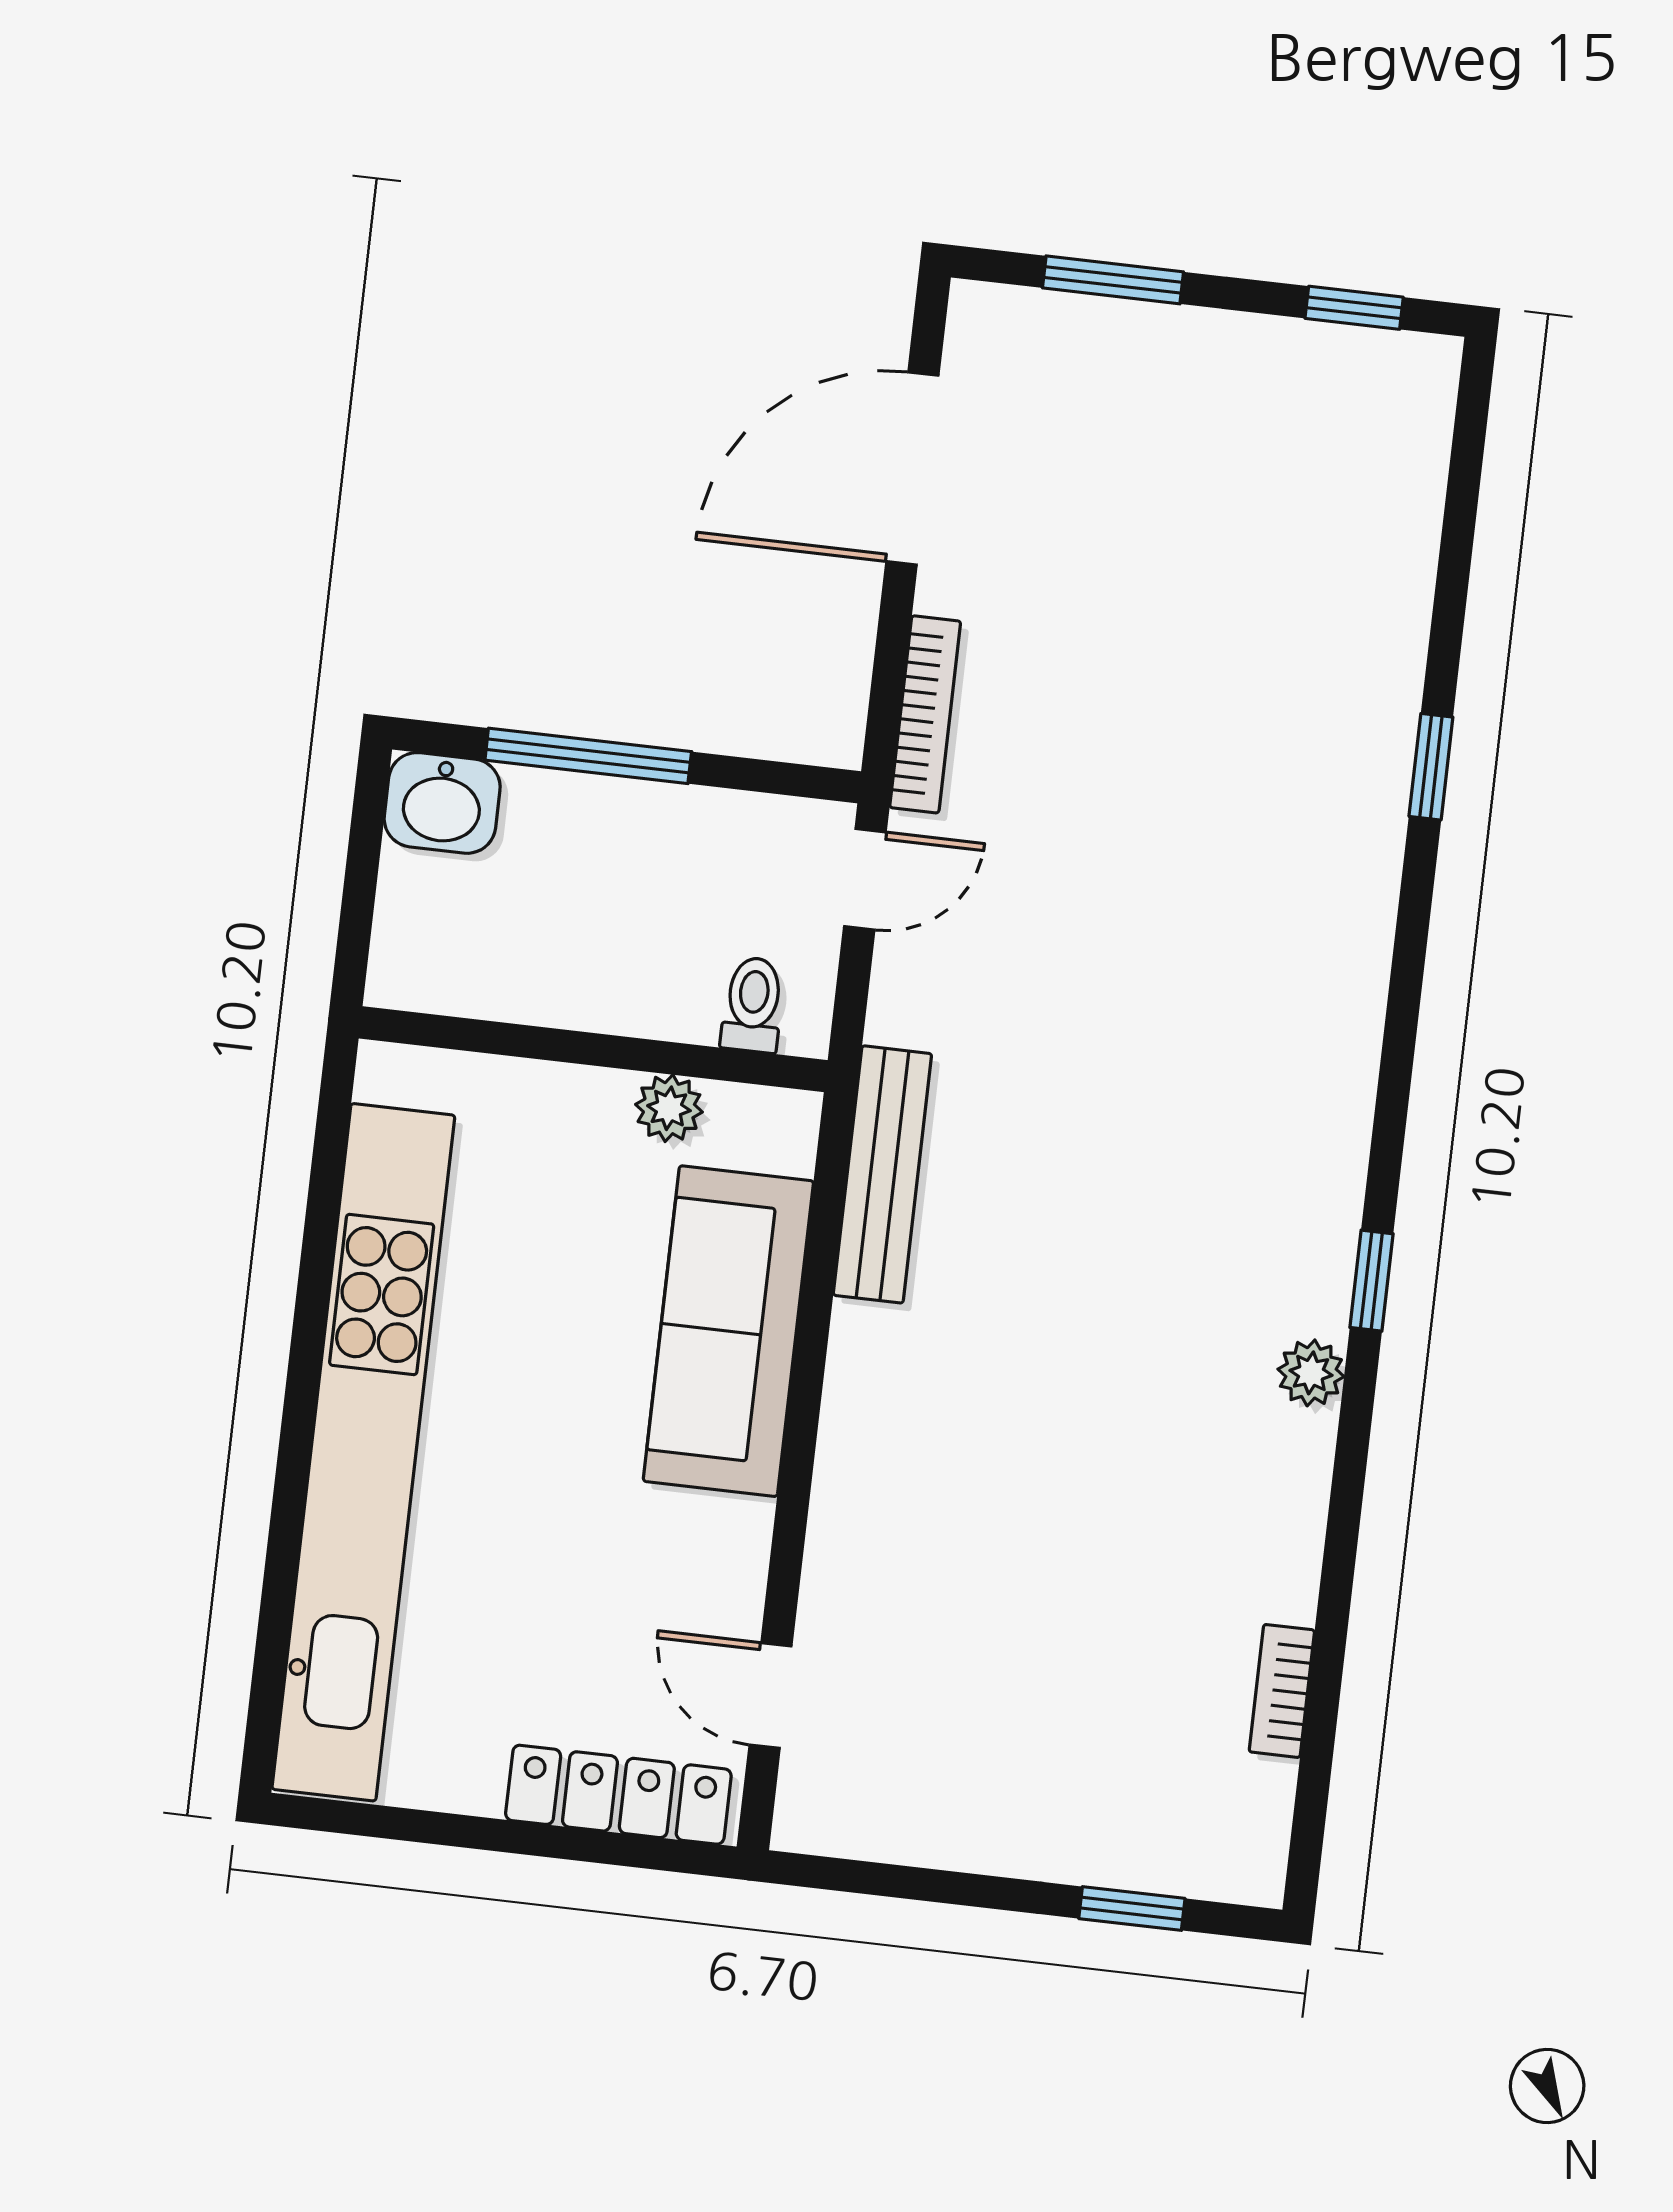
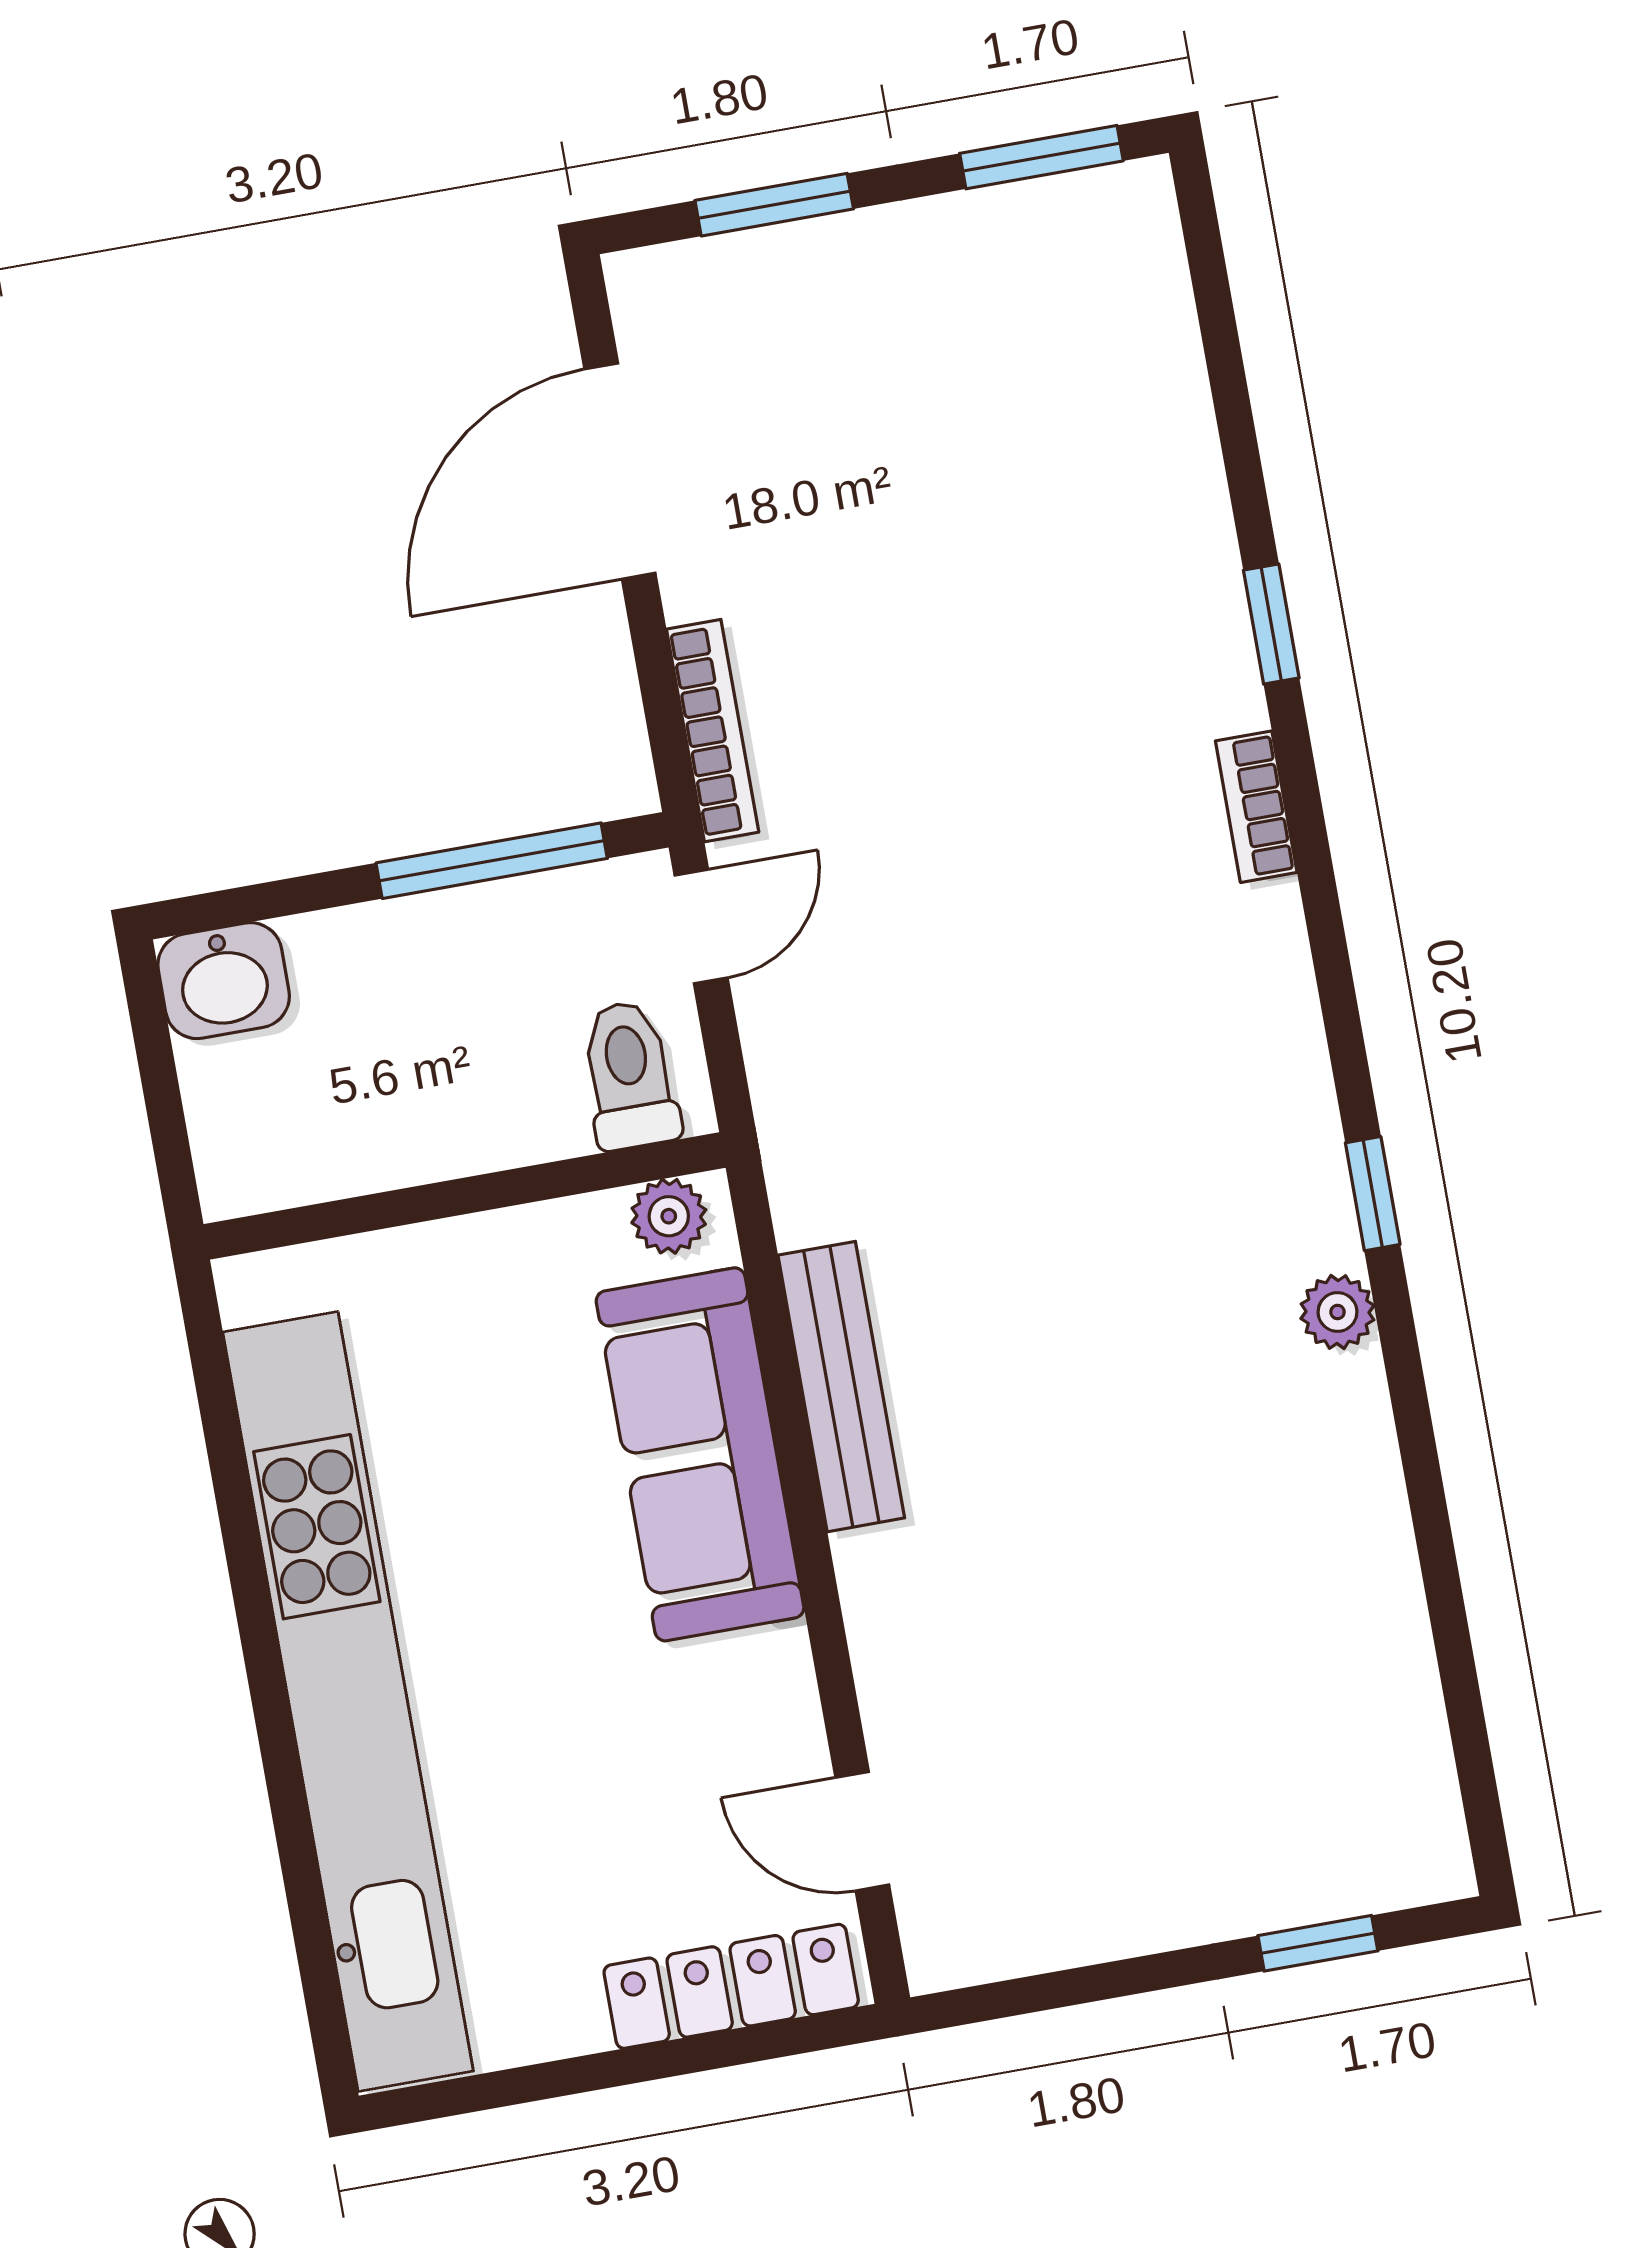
window: (1354, 308) -> (1041, 157), width x1.50
window: (588, 756) -> (492, 861), moved
toilet: (753, 1005) -> (629, 1075), width x1.37, depth x1.39
plant: (669, 1108) -> (669, 1216), moved
bench: (882, 1174) -> (841, 1387), moved
bookcase: (1282, 1691) -> (1256, 807), moved

